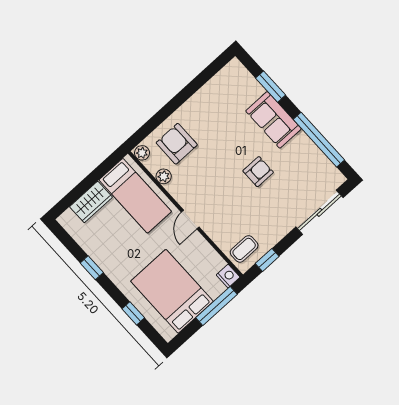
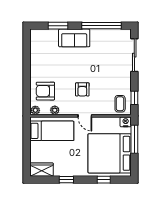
armchair: (258, 172) -> (82, 89), moved, turned 180
wardrobe: (91, 202) -> (41, 170), moved, turned -90
bed: (172, 291) -> (110, 153), width x1.36

